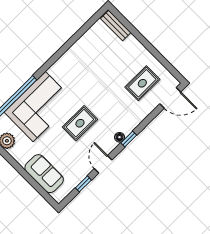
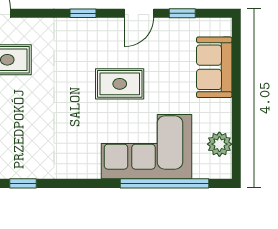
window: (79, 34) -> (23, 183), added
floor lamp: (119, 137) -> (91, 25), removed

